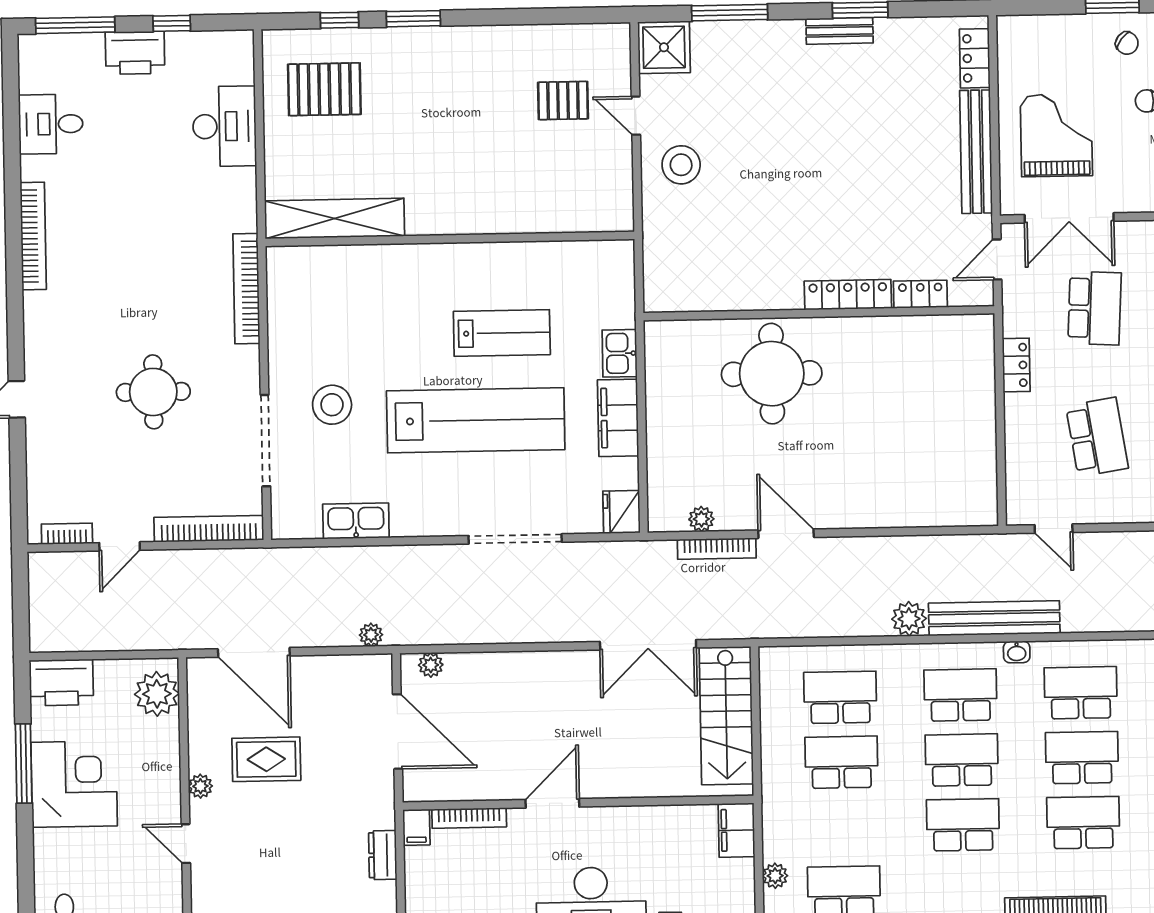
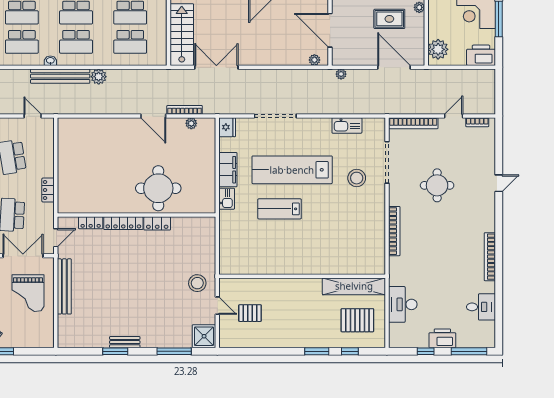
locker: (975, 58) -> (157, 223), moved, turned 90
shelving: (335, 218) -> (354, 286), moved
wall: (450, 239) -> (302, 276), moved

